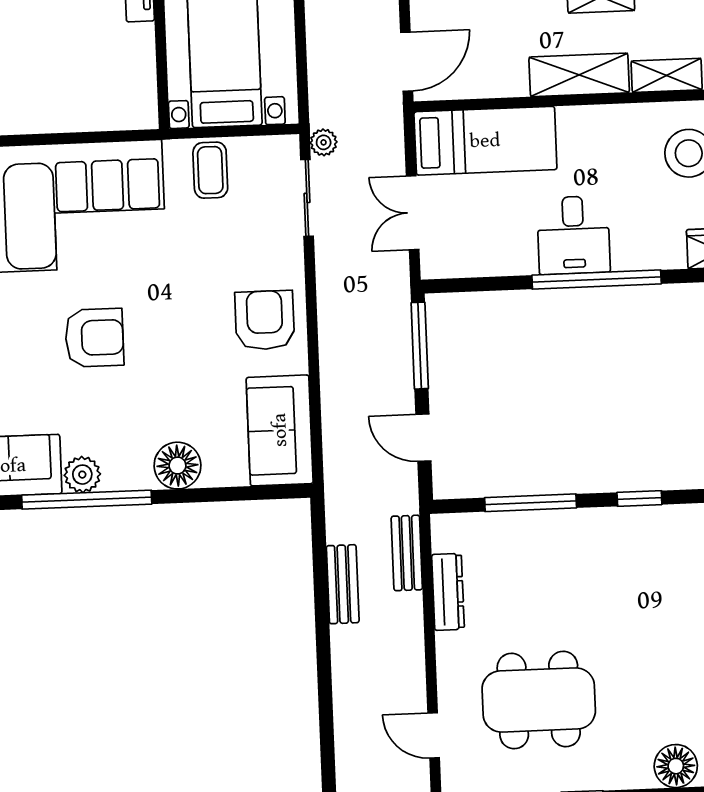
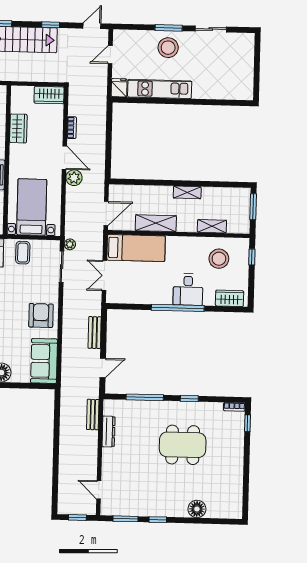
shelving: (579, 75) -> (156, 223), moved
desk: (573, 235) -> (188, 290), moved
window: (420, 346) -> (104, 330), removed
door: (423, 438) -> (103, 368), swing flipped
bench: (343, 584) -> (95, 333), moved
dining table: (539, 700) -> (183, 445), moved

